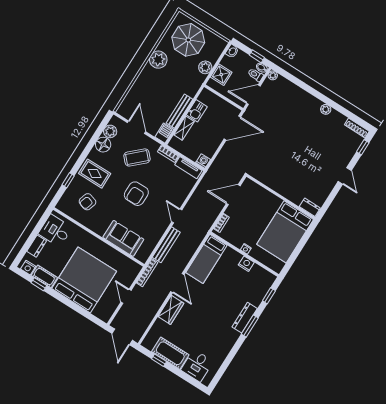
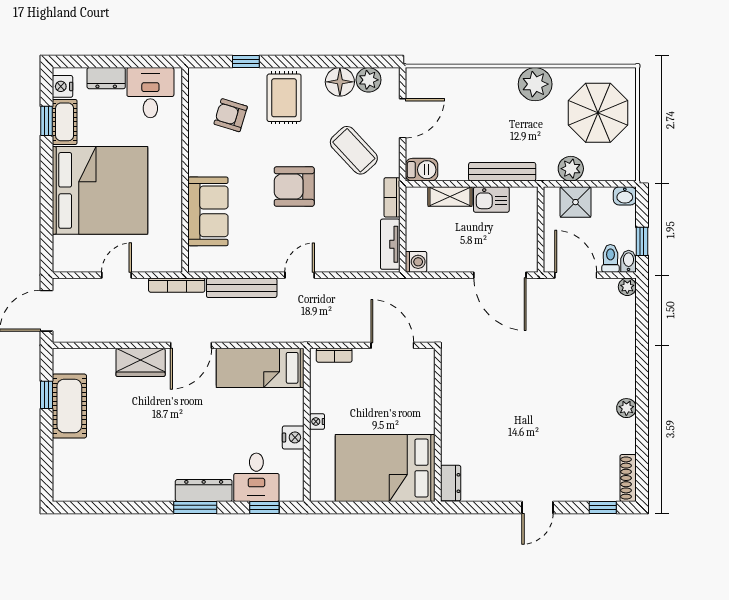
bench: (179, 111) -> (502, 172), moved
desk: (197, 366) -> (256, 477), moved, turned -90

